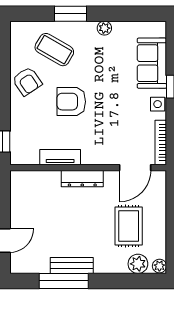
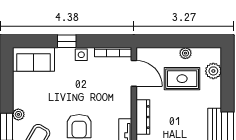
plant: (104, 28) -> (18, 114), moved
sofa: (152, 63) -> (33, 59), moved
plant: (159, 266) -> (185, 53), moved

